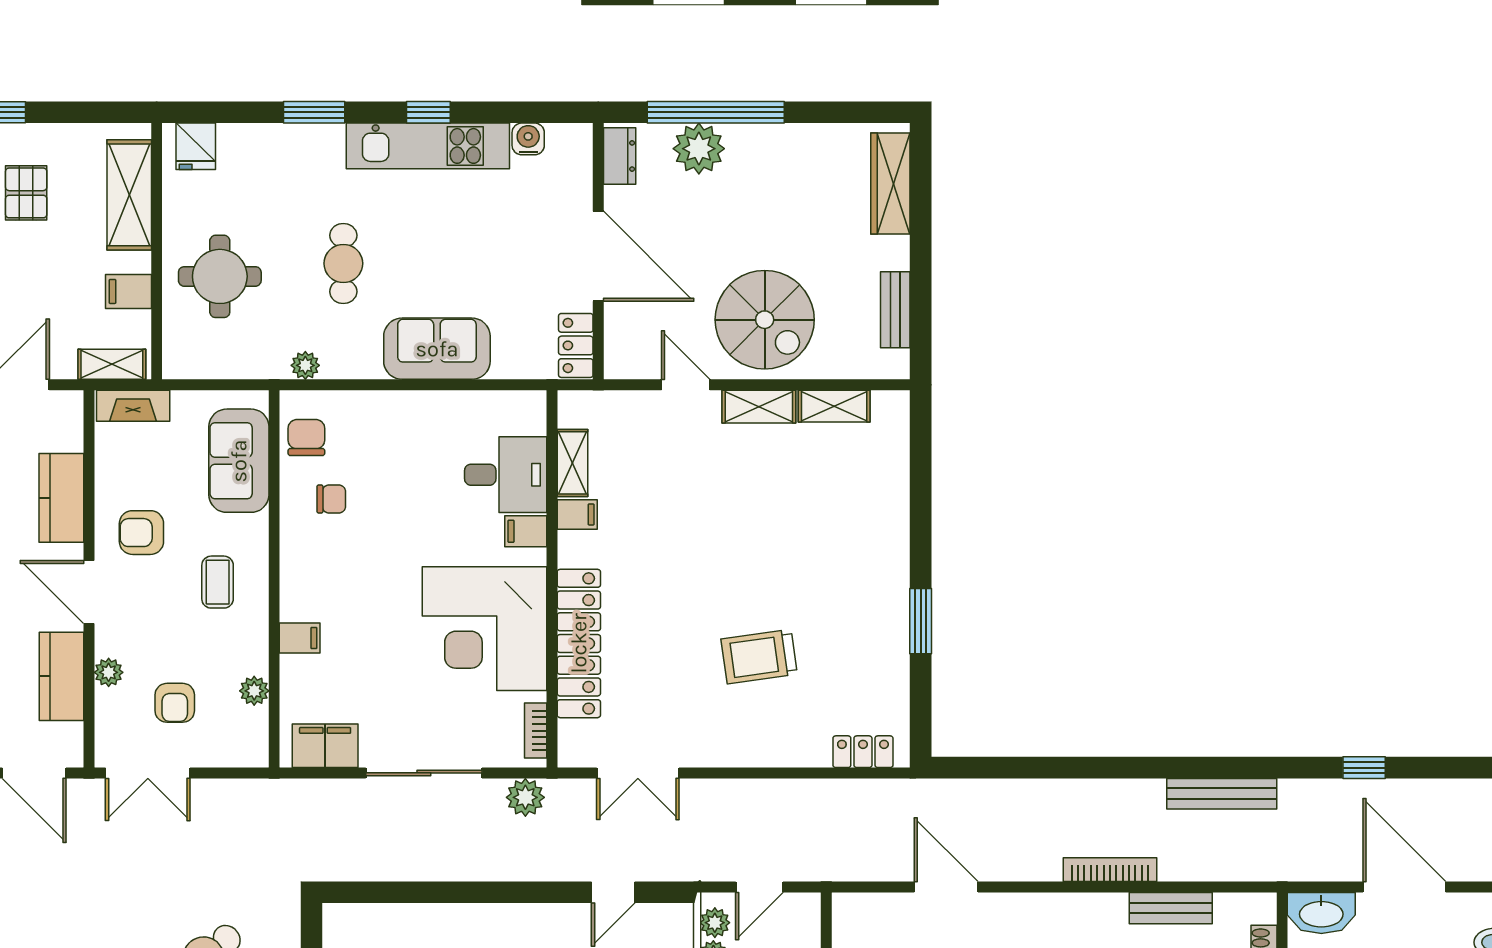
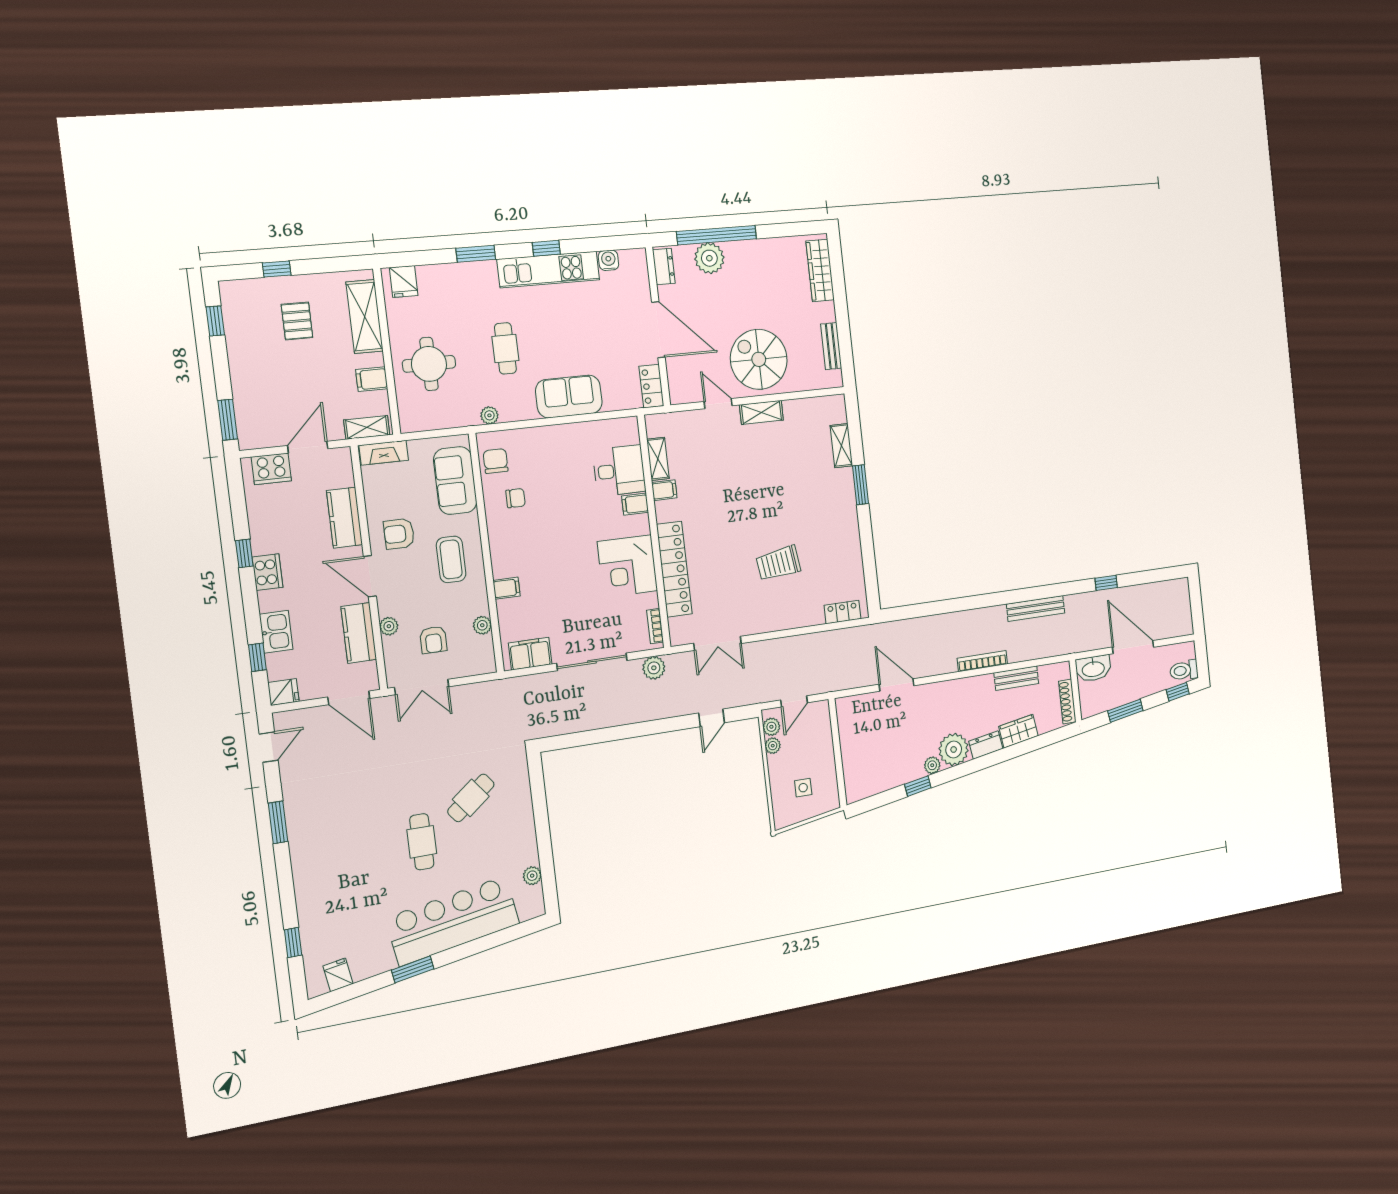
spiral stairs: (765, 320) -> (759, 359), turned 180
shelving: (834, 406) -> (841, 446), moved, turned 90
coffee table: (218, 582) -> (451, 559), width x1.36, depth x1.30
window: (921, 621) -> (861, 485), moved
corner desk: (485, 629) -> (627, 566), width x0.74, depth x0.74

